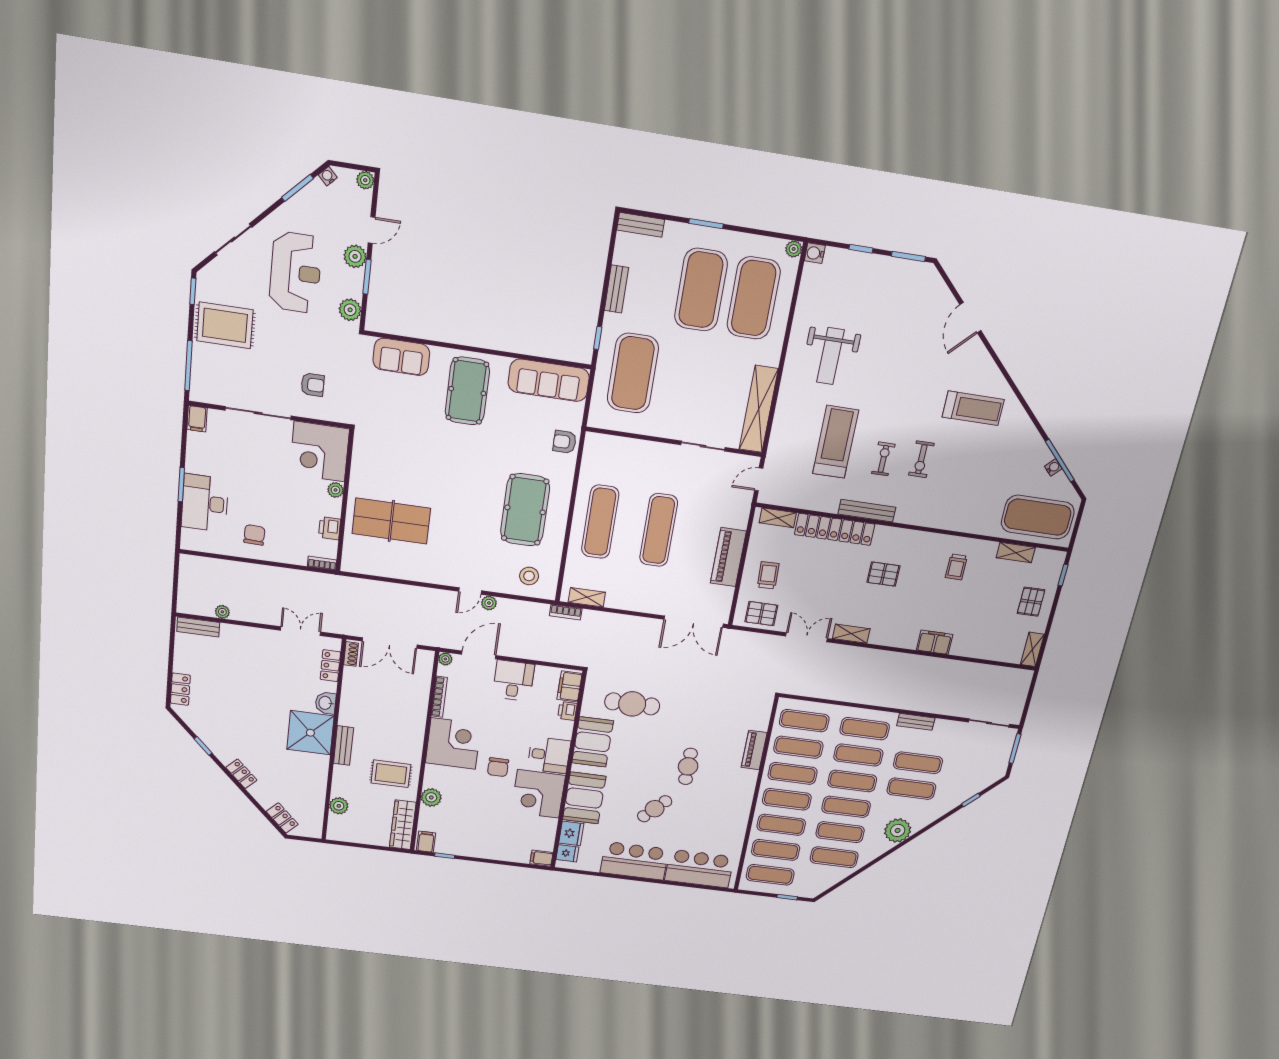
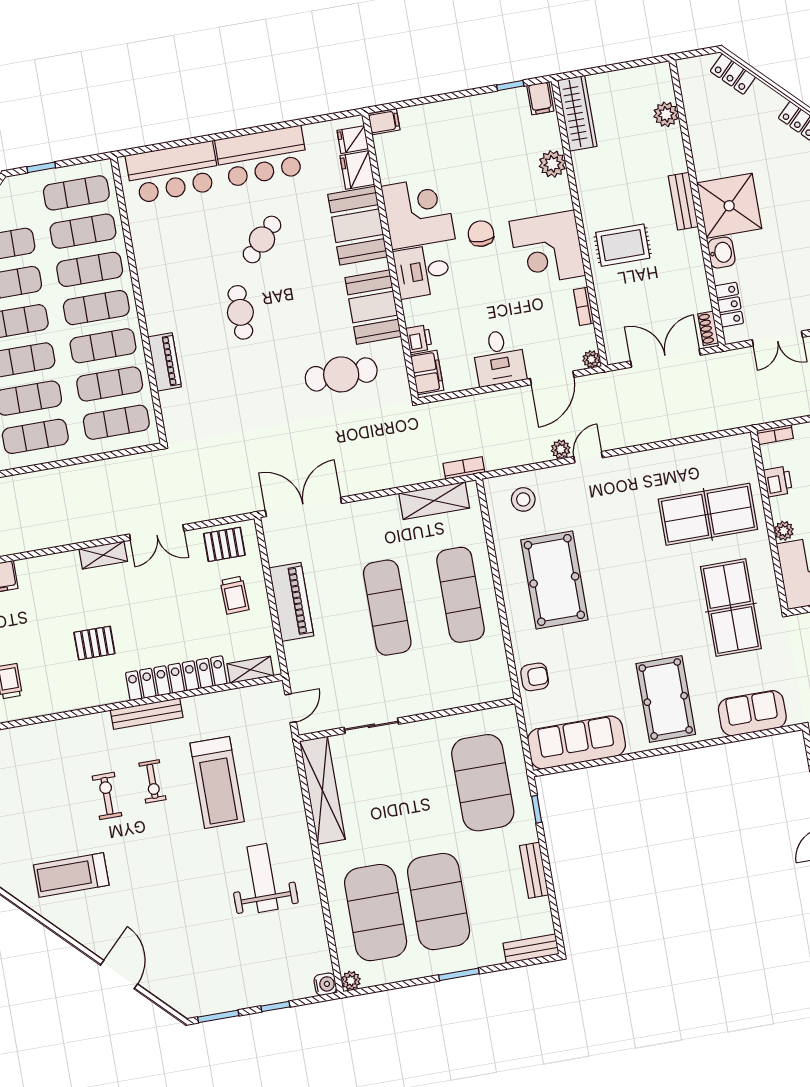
table tennis table: (394, 445) -> (731, 608), added
shelving: (587, 597) -> (434, 501), width x1.50, depth x1.33
bookcase: (439, 697) -> (584, 306), width x0.64
rug: (391, 774) -> (623, 245), moved

